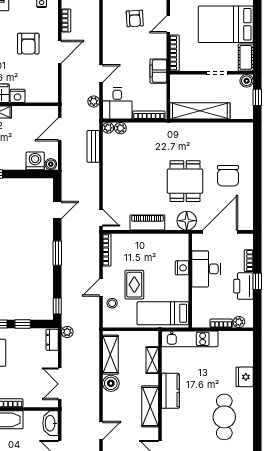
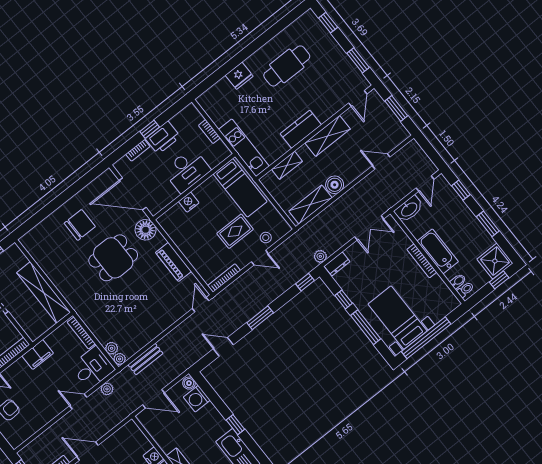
desk: (206, 269) -> (187, 170), moved
plant: (239, 322) -> (196, 117), removed

